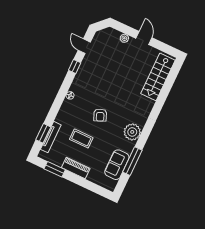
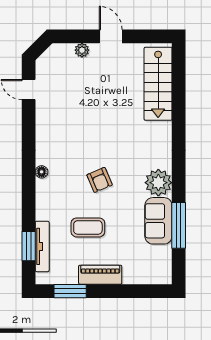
window: (75, 67) -> (29, 126), removed
sofa: (117, 165) -> (158, 221), moved

